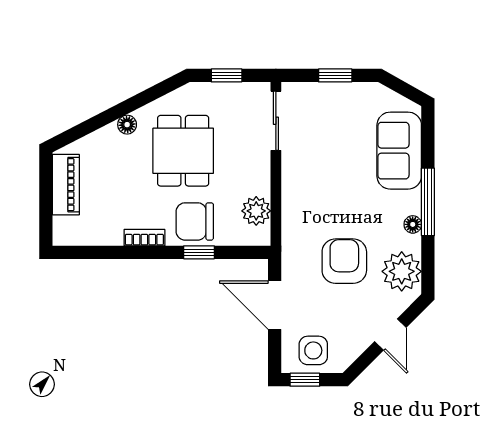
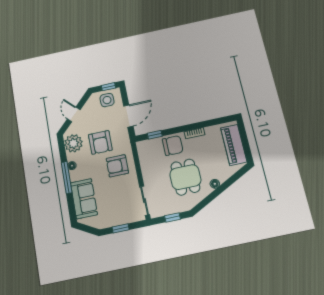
piano: (66, 185) -> (234, 145), width x1.37, depth x1.33
armchair: (318, 204) -> (117, 166), added
plant: (256, 211) -> (145, 156), removed
window: (199, 252) -> (155, 135), moved
door: (275, 305) -> (128, 116), hinge flipped

